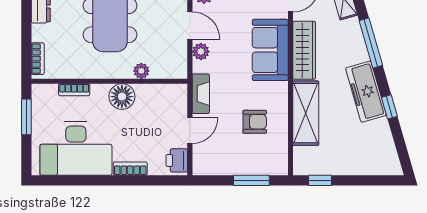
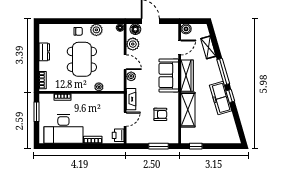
floor lamp: (122, 97) -> (88, 101), removed
window: (389, 107) -> (230, 96), moved

